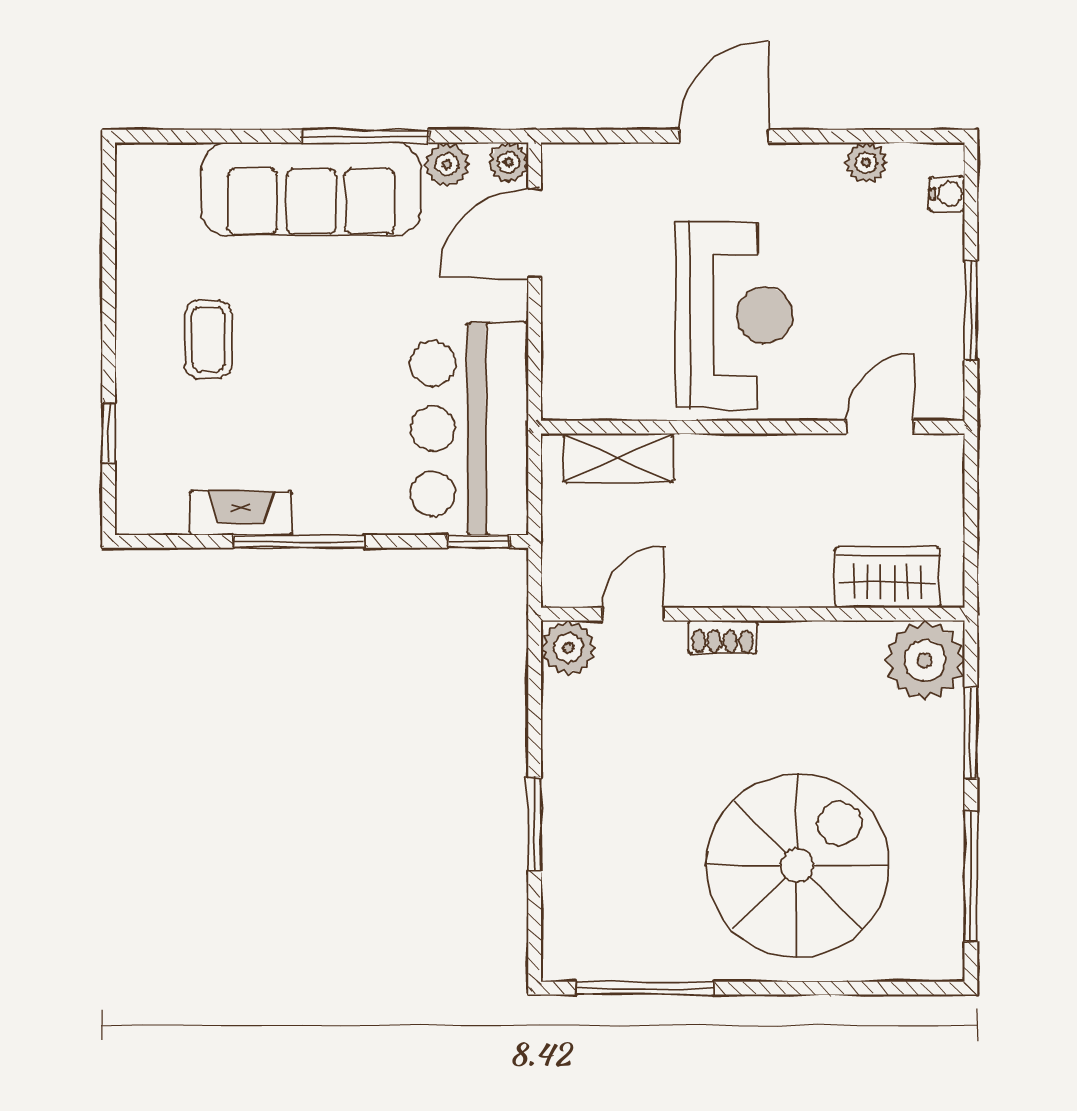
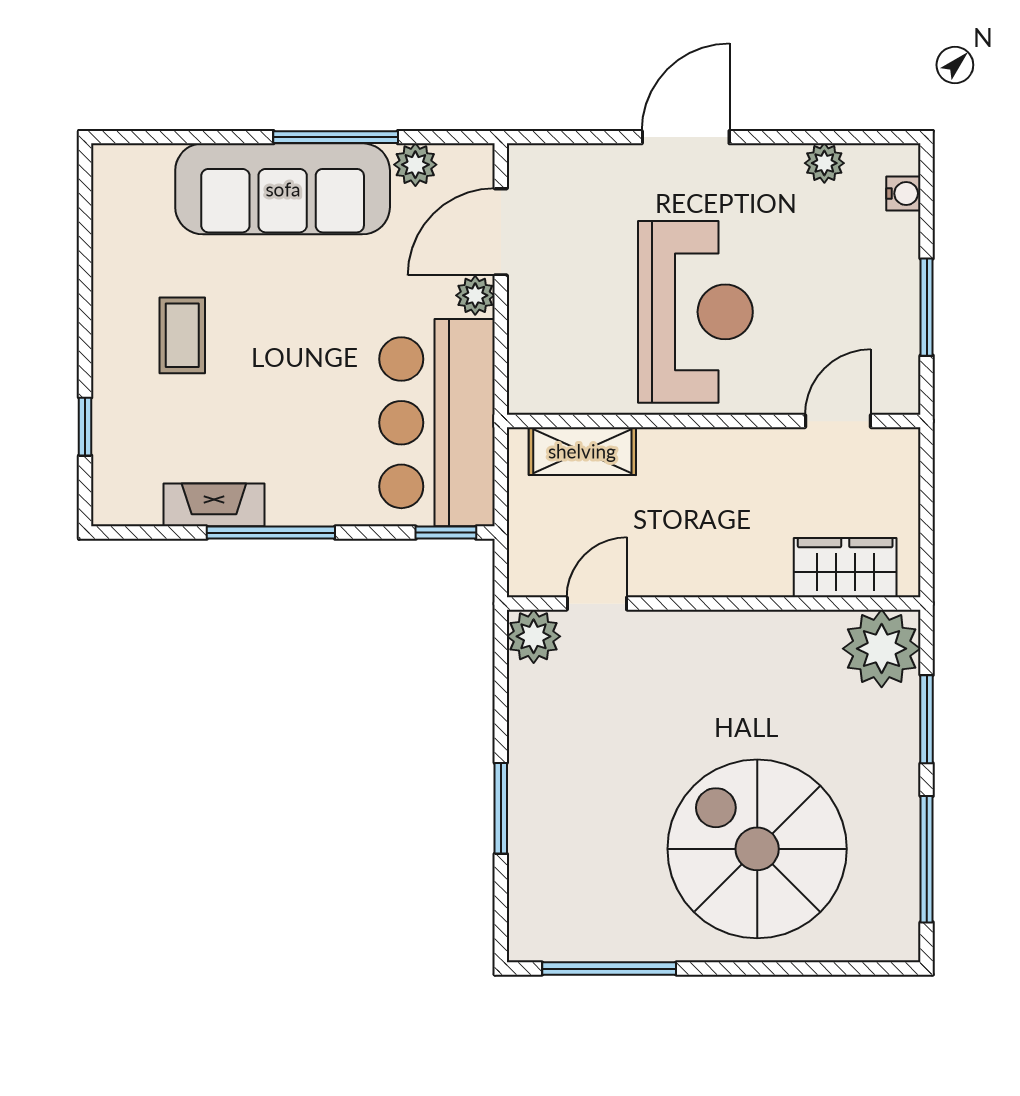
plant: (508, 162) -> (475, 295), moved
shoe rack: (722, 637) -> (684, 626), removed
spiral stairs: (797, 865) -> (757, 849), turned -90

